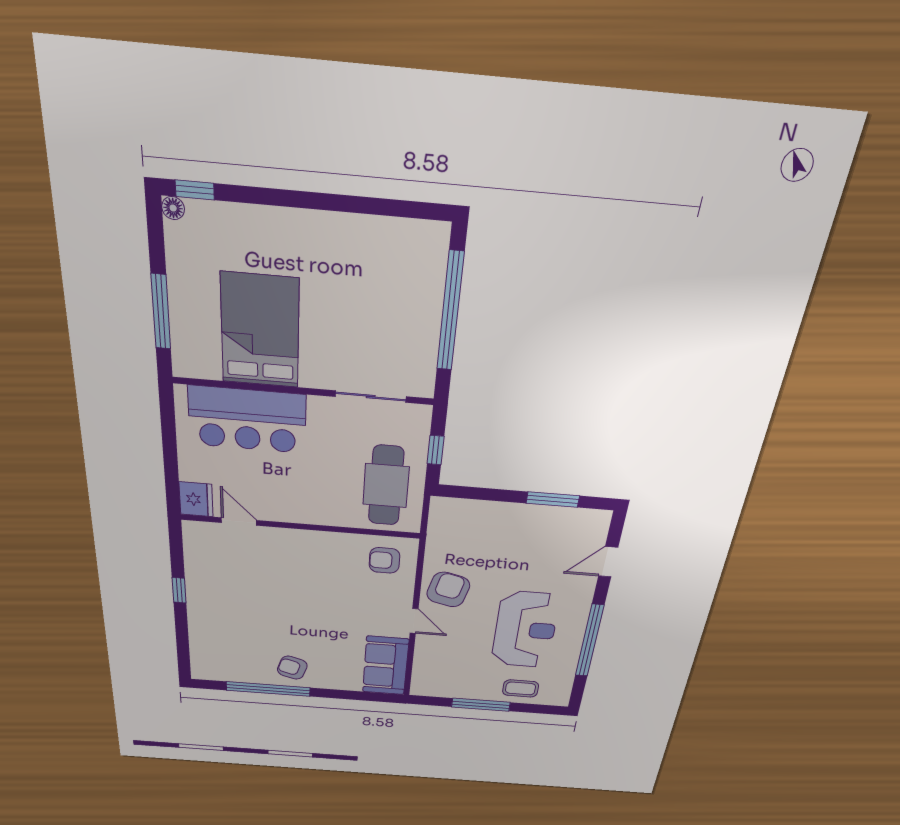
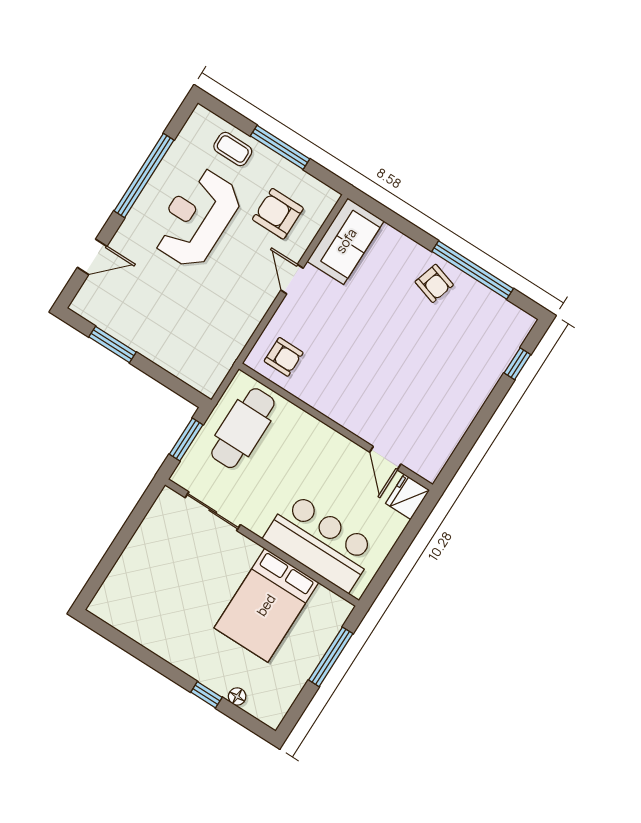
window: (195, 190) -> (206, 695), moved
floor lamp: (173, 208) -> (237, 697), moved
window: (450, 312) -> (118, 546), removed
window: (435, 450) -> (186, 439), width x1.50
window: (179, 590) -> (517, 364), moved
armchair: (448, 590) -> (278, 214), moved, turned 76

